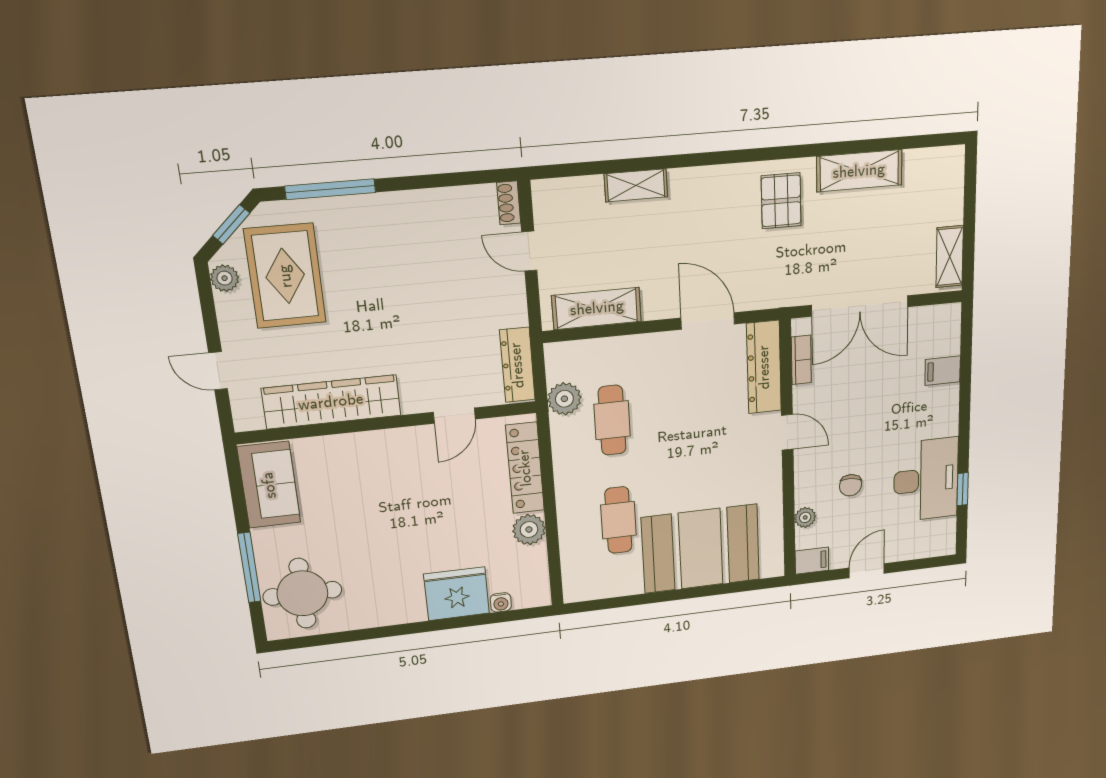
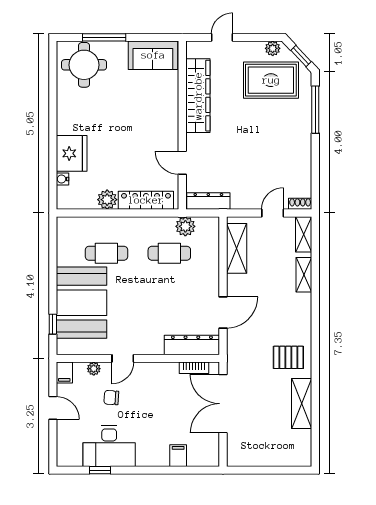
shelving: (950, 257) -> (304, 234), moved, turned 90
door: (787, 432) -> (123, 358), moved
window: (736, 587) -> (53, 324), added

